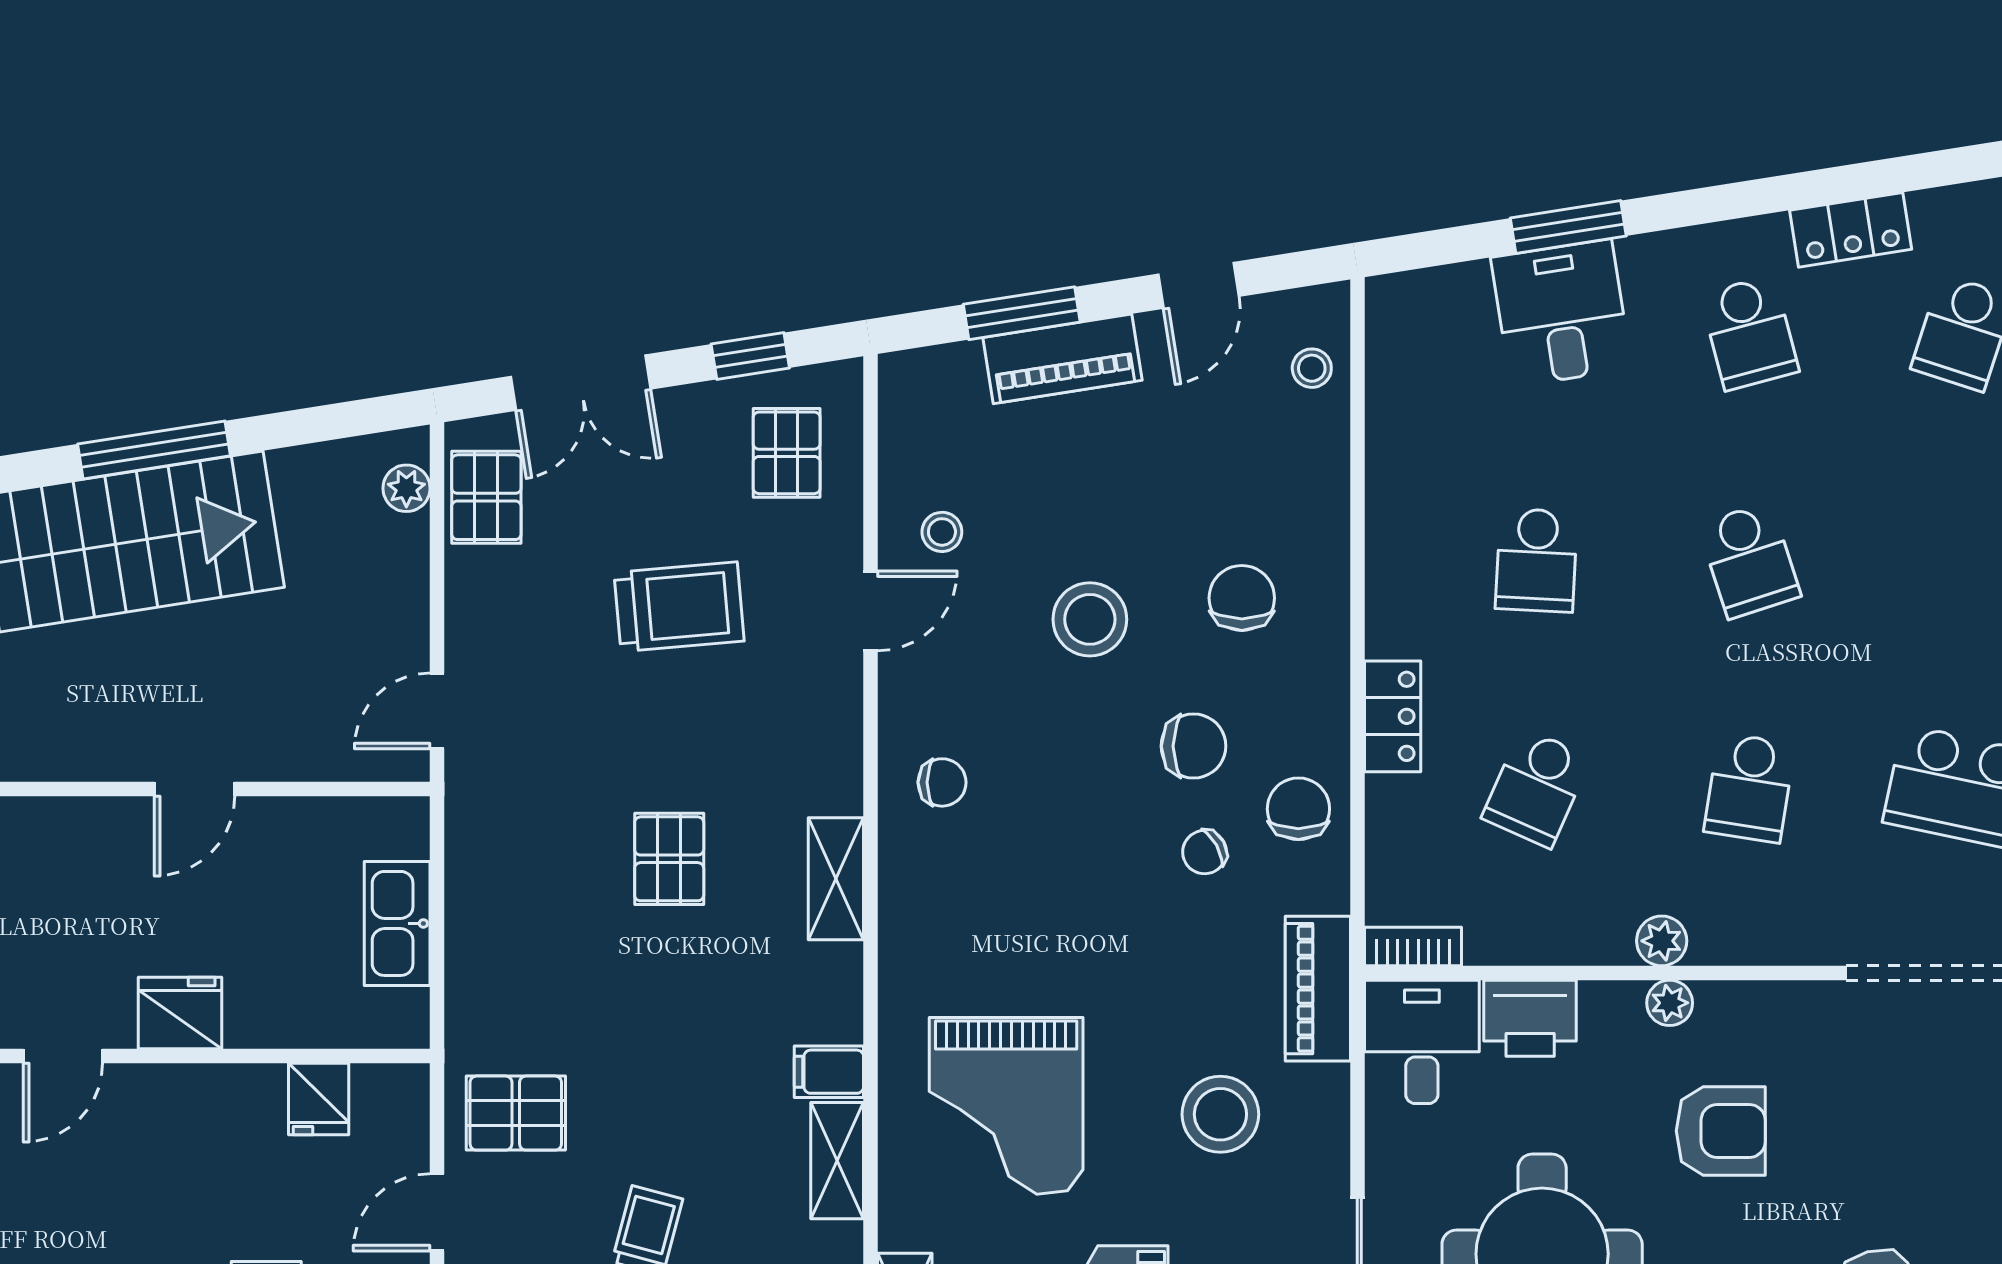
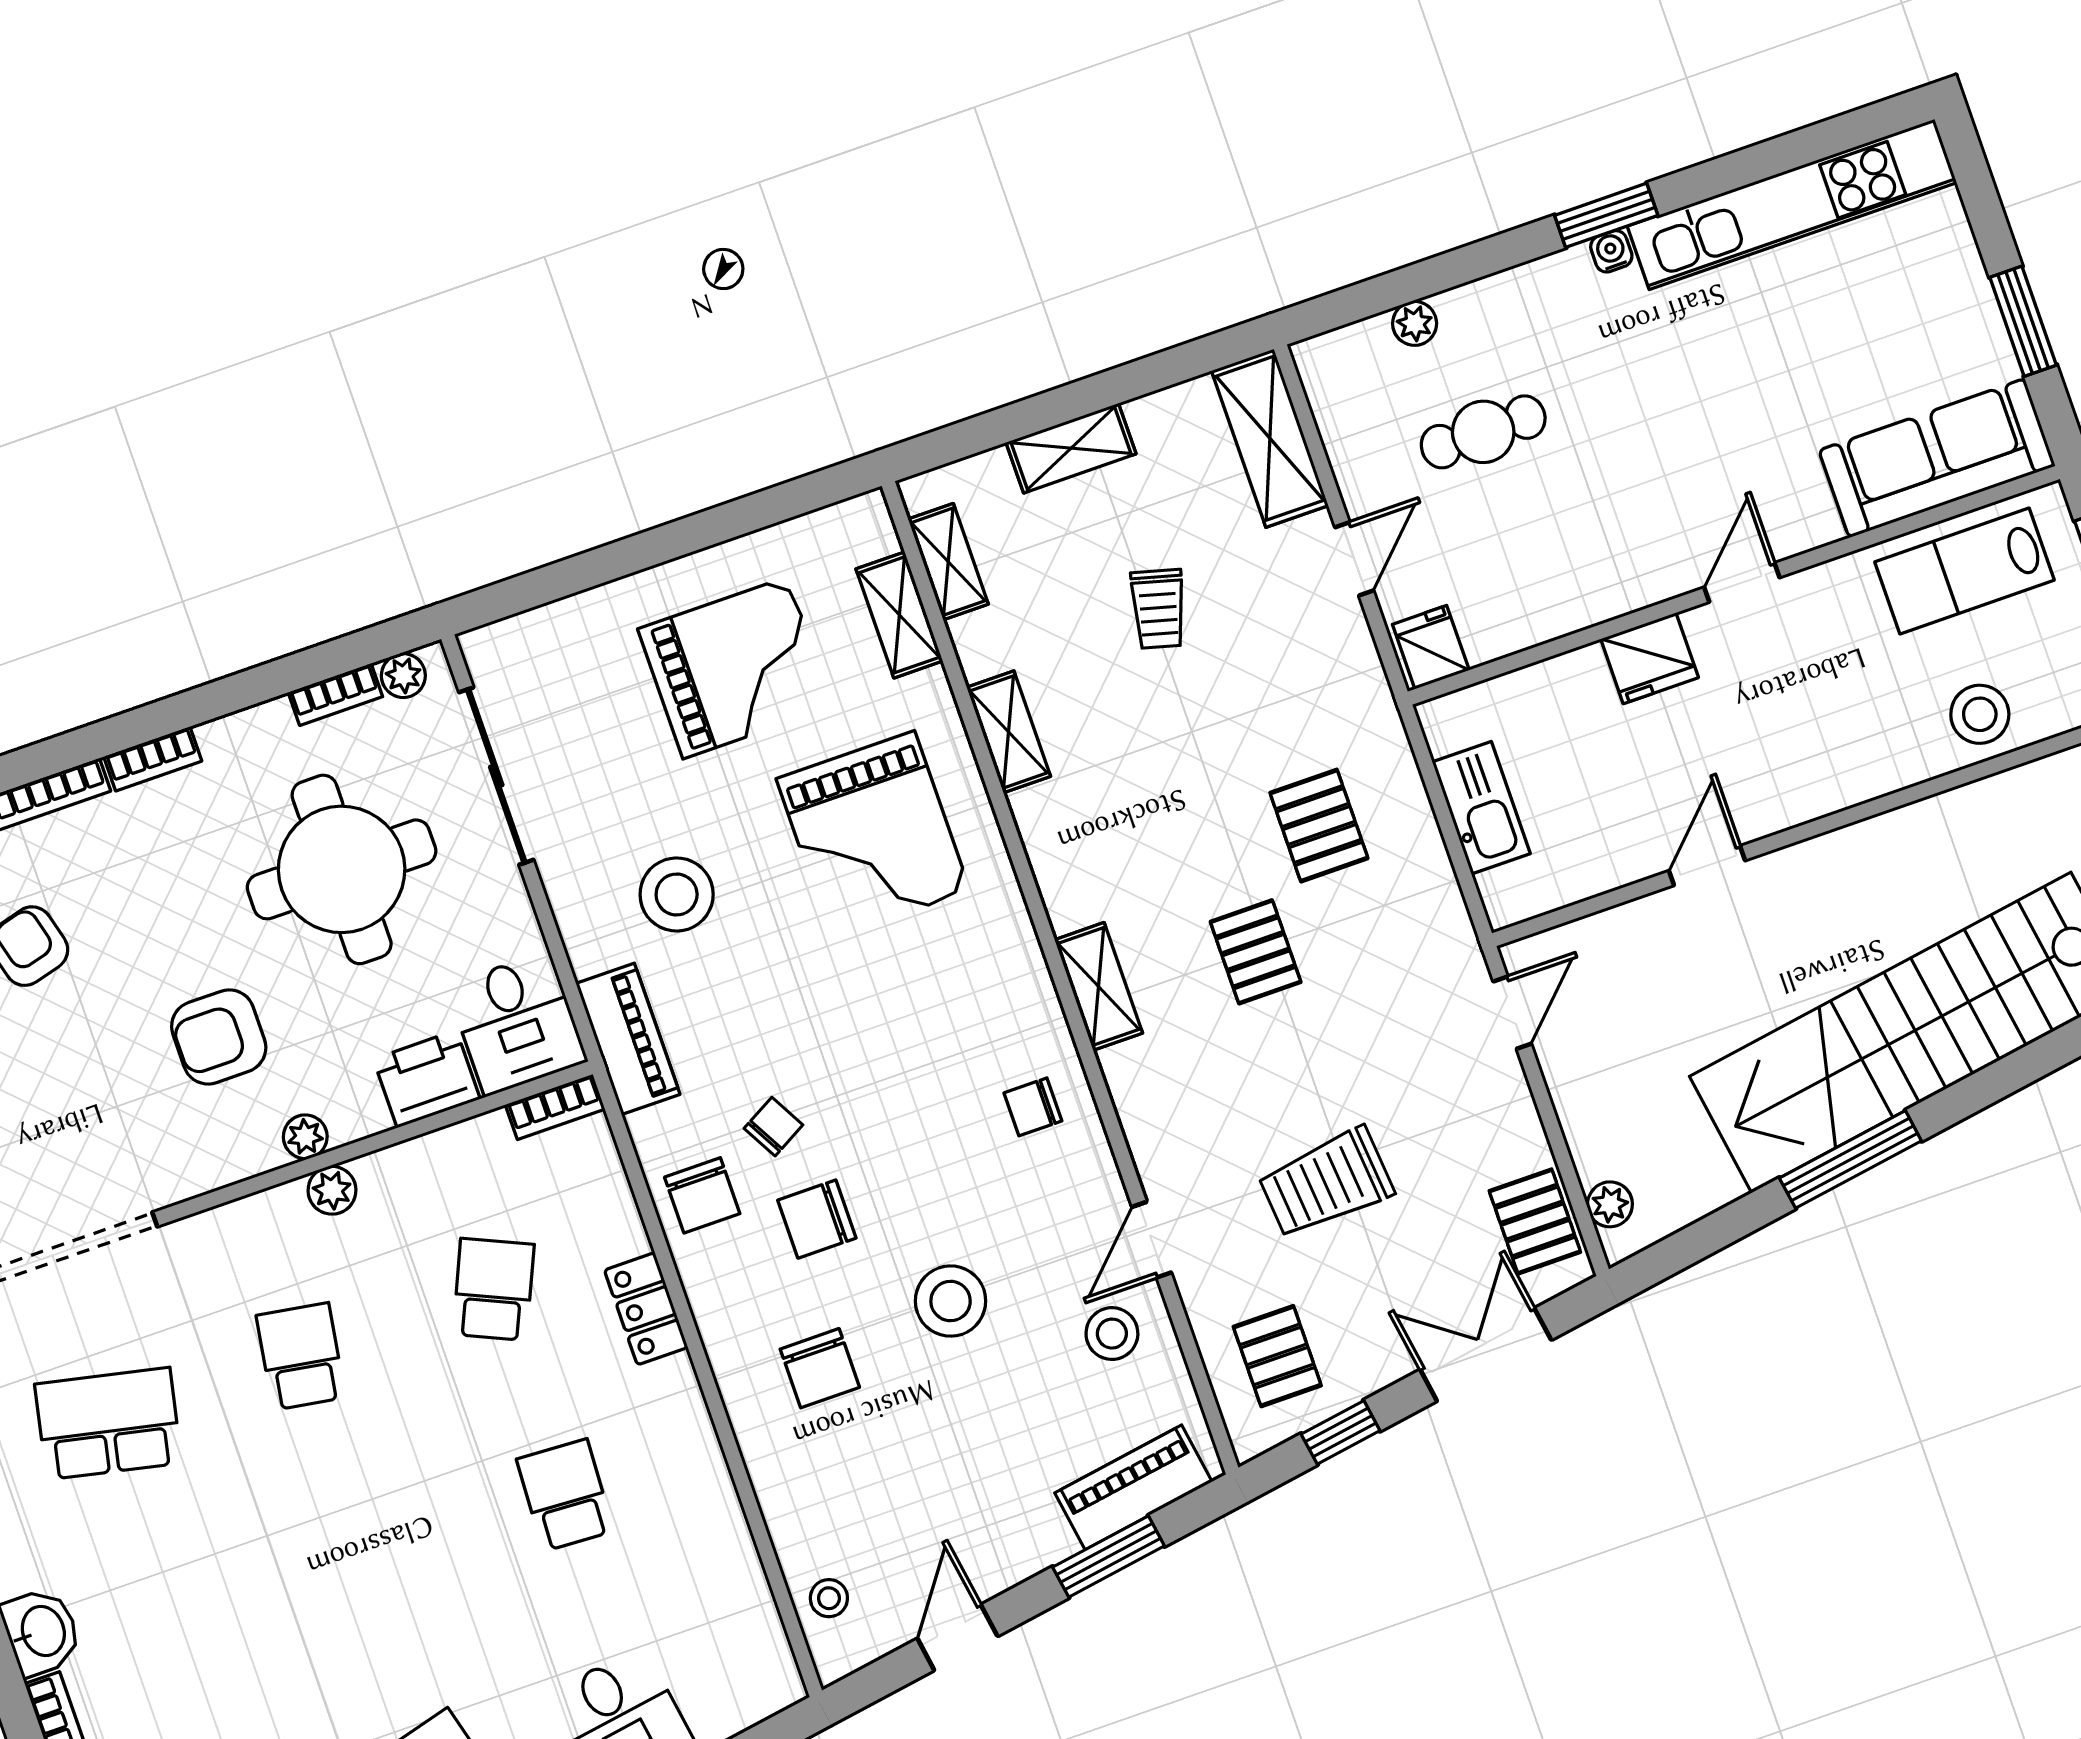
piano: (1062, 359) -> (1133, 1487), moved
stool: (942, 532) -> (1112, 1334), width x1.37, depth x1.37
school desk: (1749, 560) -> (373, 1562), removed
filing cabinet: (829, 1072) -> (1044, 810), removed
fridge: (319, 1099) -> (1431, 647), moved
grand piano: (1006, 1106) -> (873, 835), turned 180
pallet: (516, 1113) -> (1319, 826), moved, turned 90

